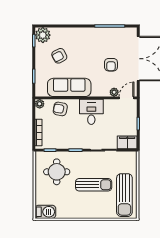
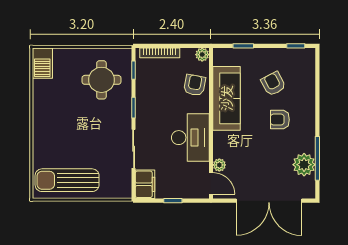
plant: (43, 35) -> (304, 165), moved
armchair: (111, 65) -> (280, 120), moved
desk: (91, 112) -> (190, 138), width x1.37
sun lounger: (94, 185) -> (82, 135), removed

